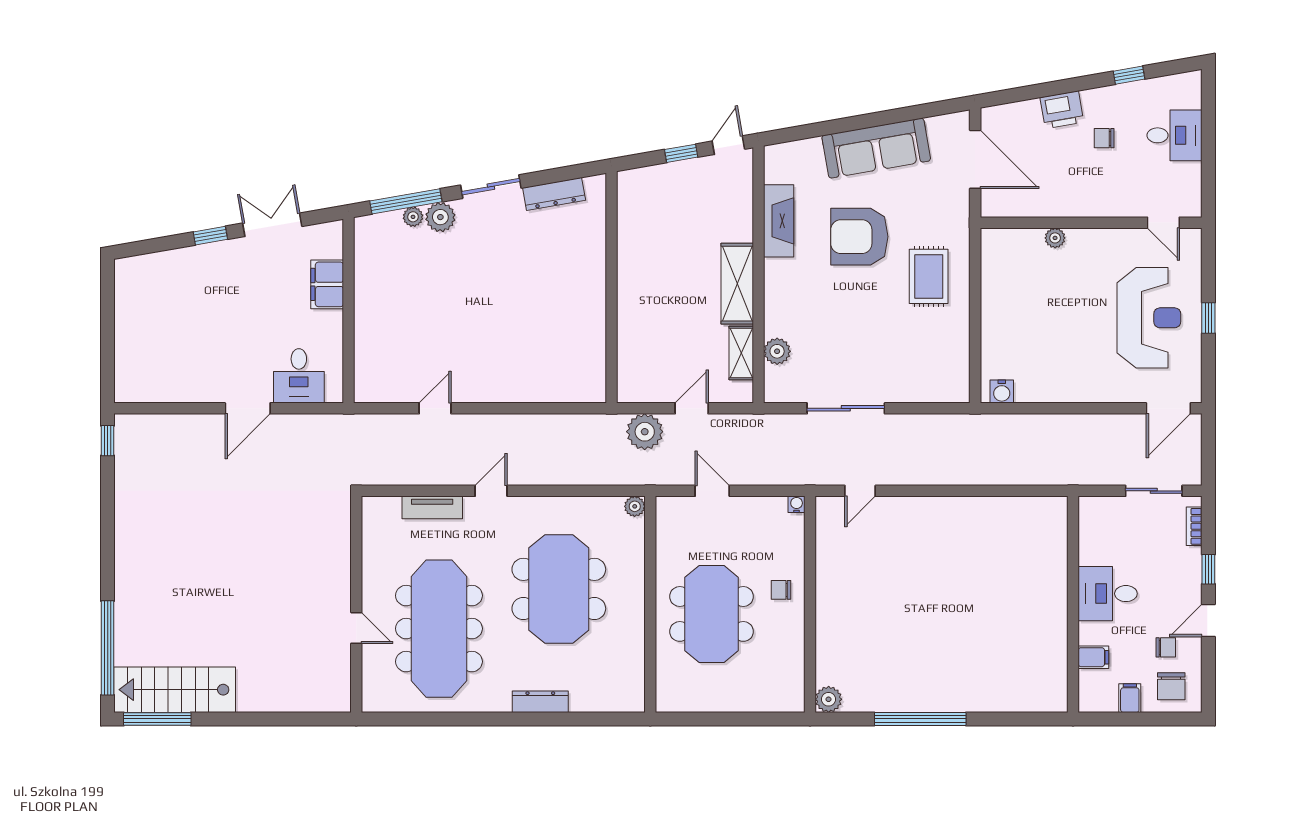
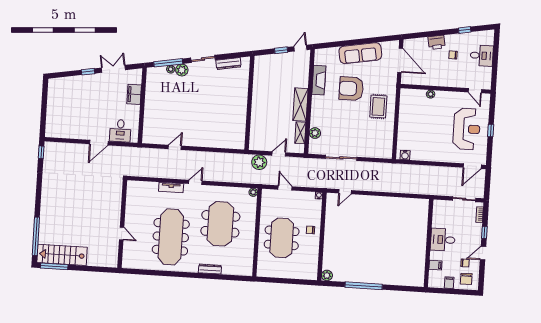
wall: (356, 604) -> (122, 224), moved
door: (356, 628) -> (122, 233), moved

